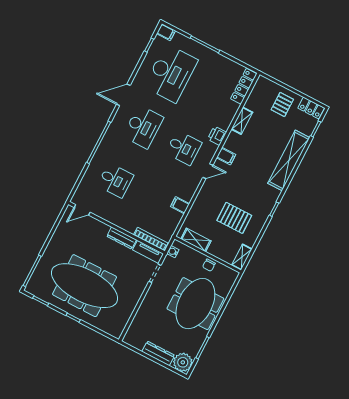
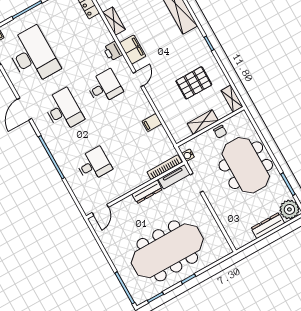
filing cabinet: (226, 156) -> (133, 49), width x2.00
shelving: (196, 240) -> (203, 122), moved

